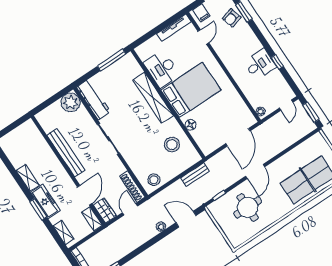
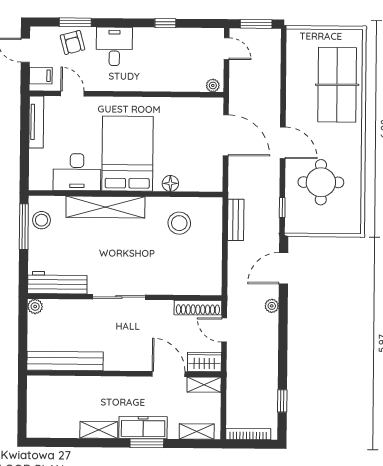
desk: (260, 64) -> (114, 46), moved
plant: (71, 102) -> (35, 306), width x0.53, depth x0.53
bench: (66, 153) -> (65, 361), moved
stool: (154, 180) -> (42, 220), moved

